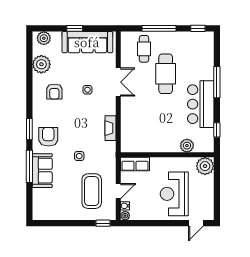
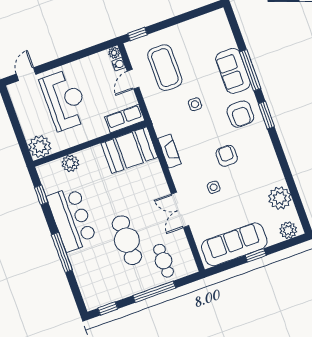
armchair: (54, 92) -> (227, 156), moved
booth: (140, 140) -> (129, 150), added

